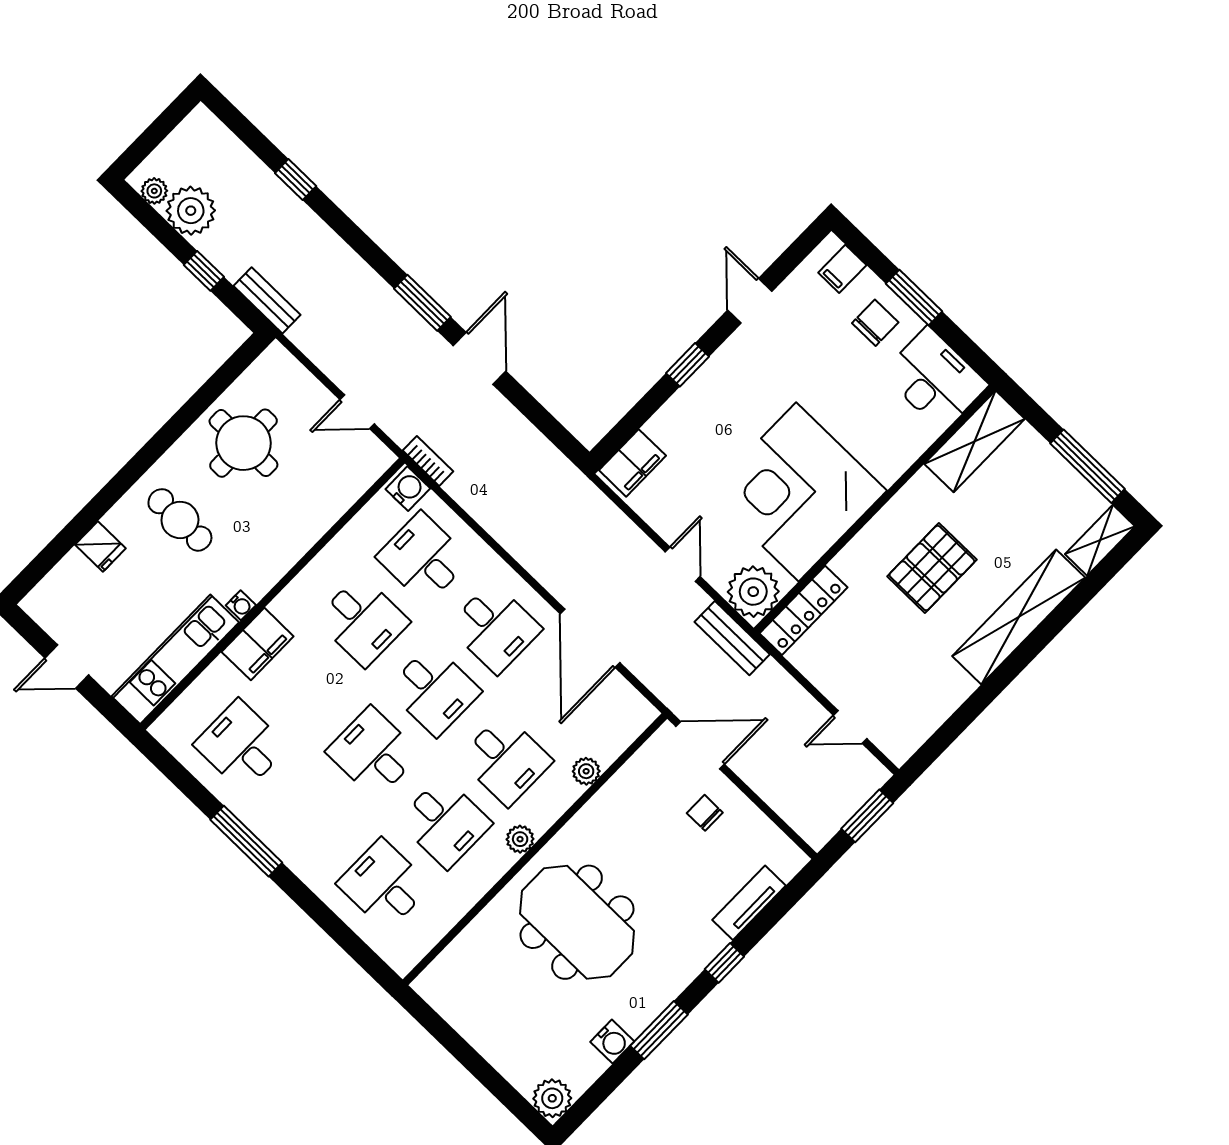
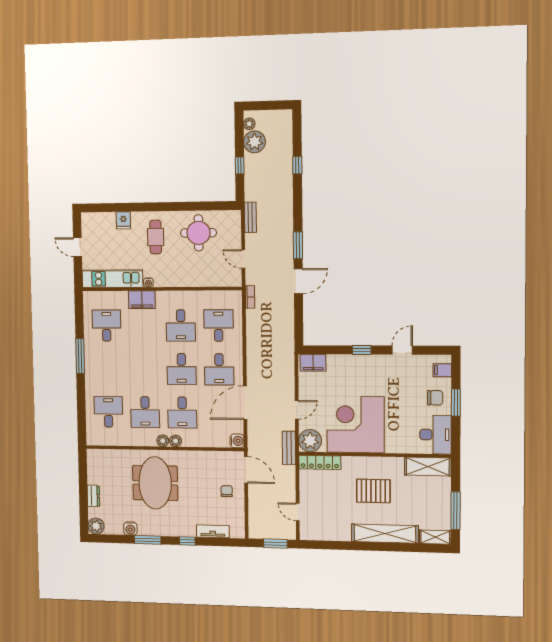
bench: (267, 300) -> (250, 217), moved
water cooler: (408, 489) -> (237, 441), moved
desk: (373, 753) -> (144, 369), removed
plant: (586, 771) -> (176, 441), moved
dresser: (498, 1052) -> (93, 496), added

